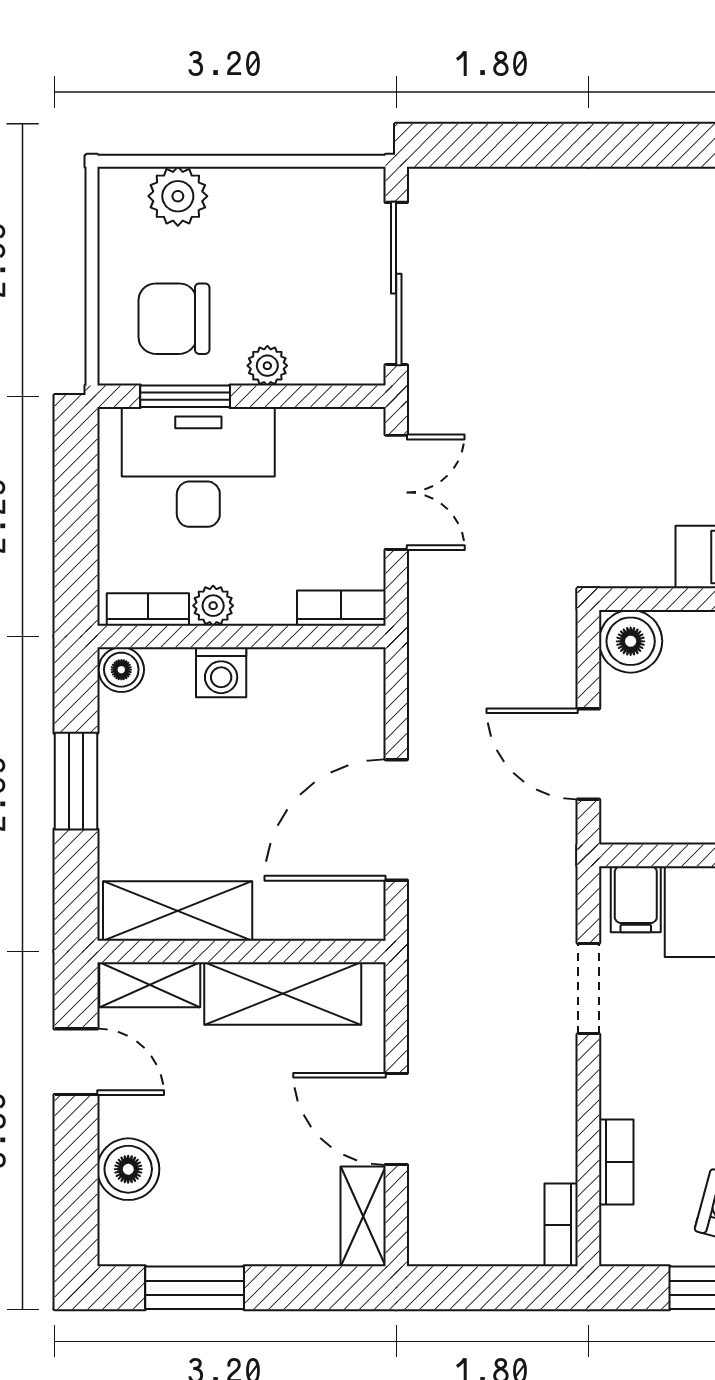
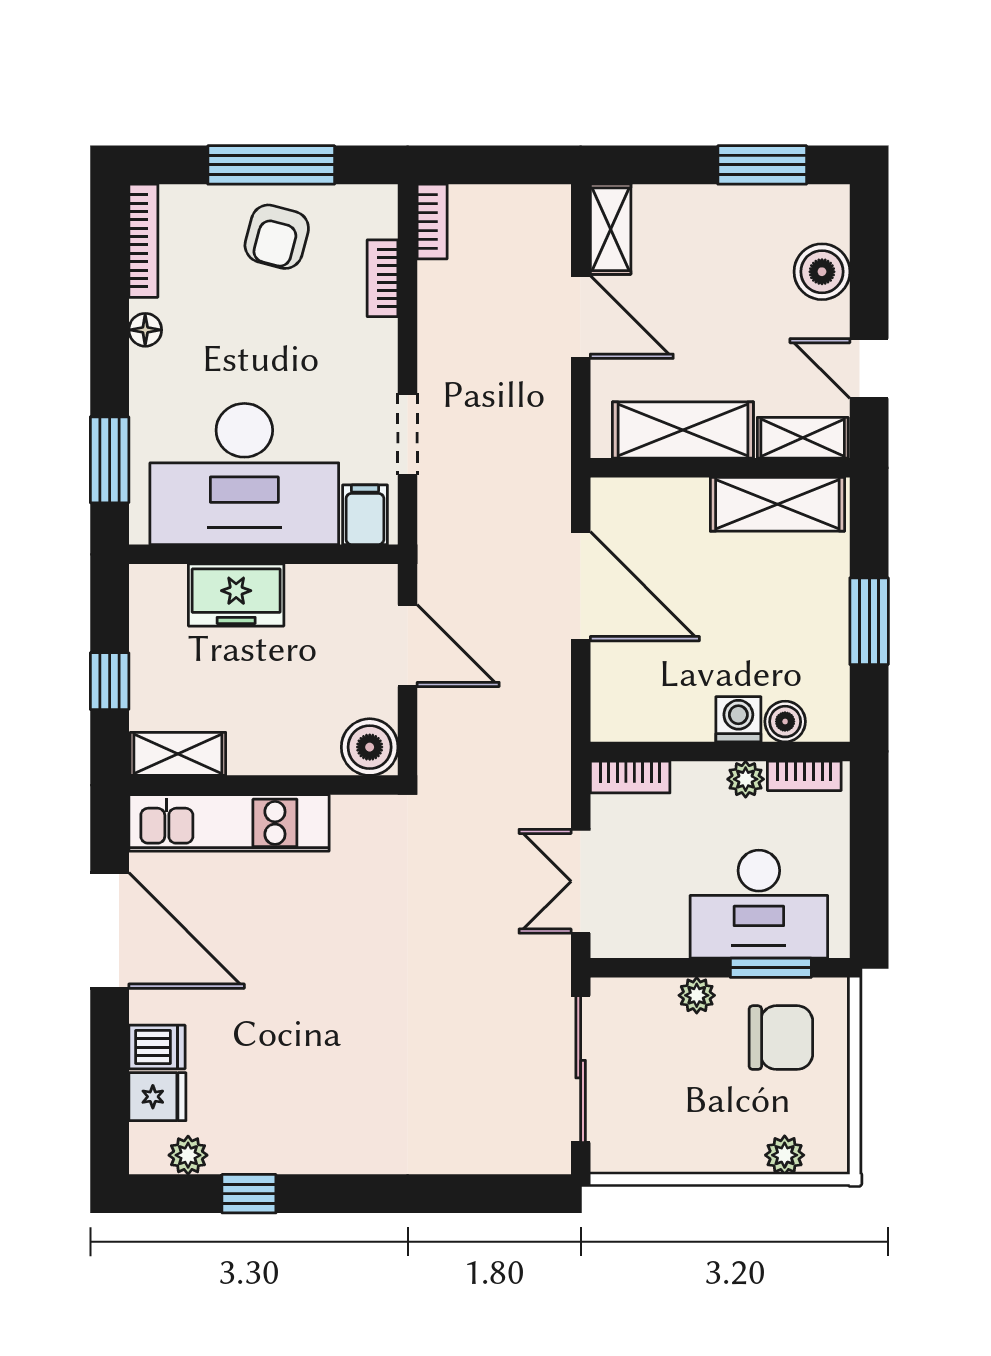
plant: (178, 196) -> (785, 1155), width x0.73, depth x0.73
boiler: (121, 670) -> (785, 722), moved
door: (396, 820) -> (581, 586), hinge flipped

